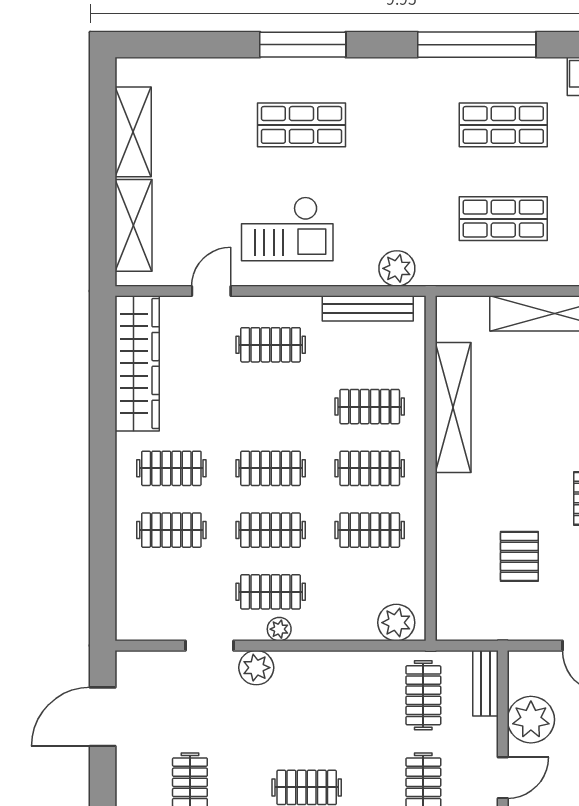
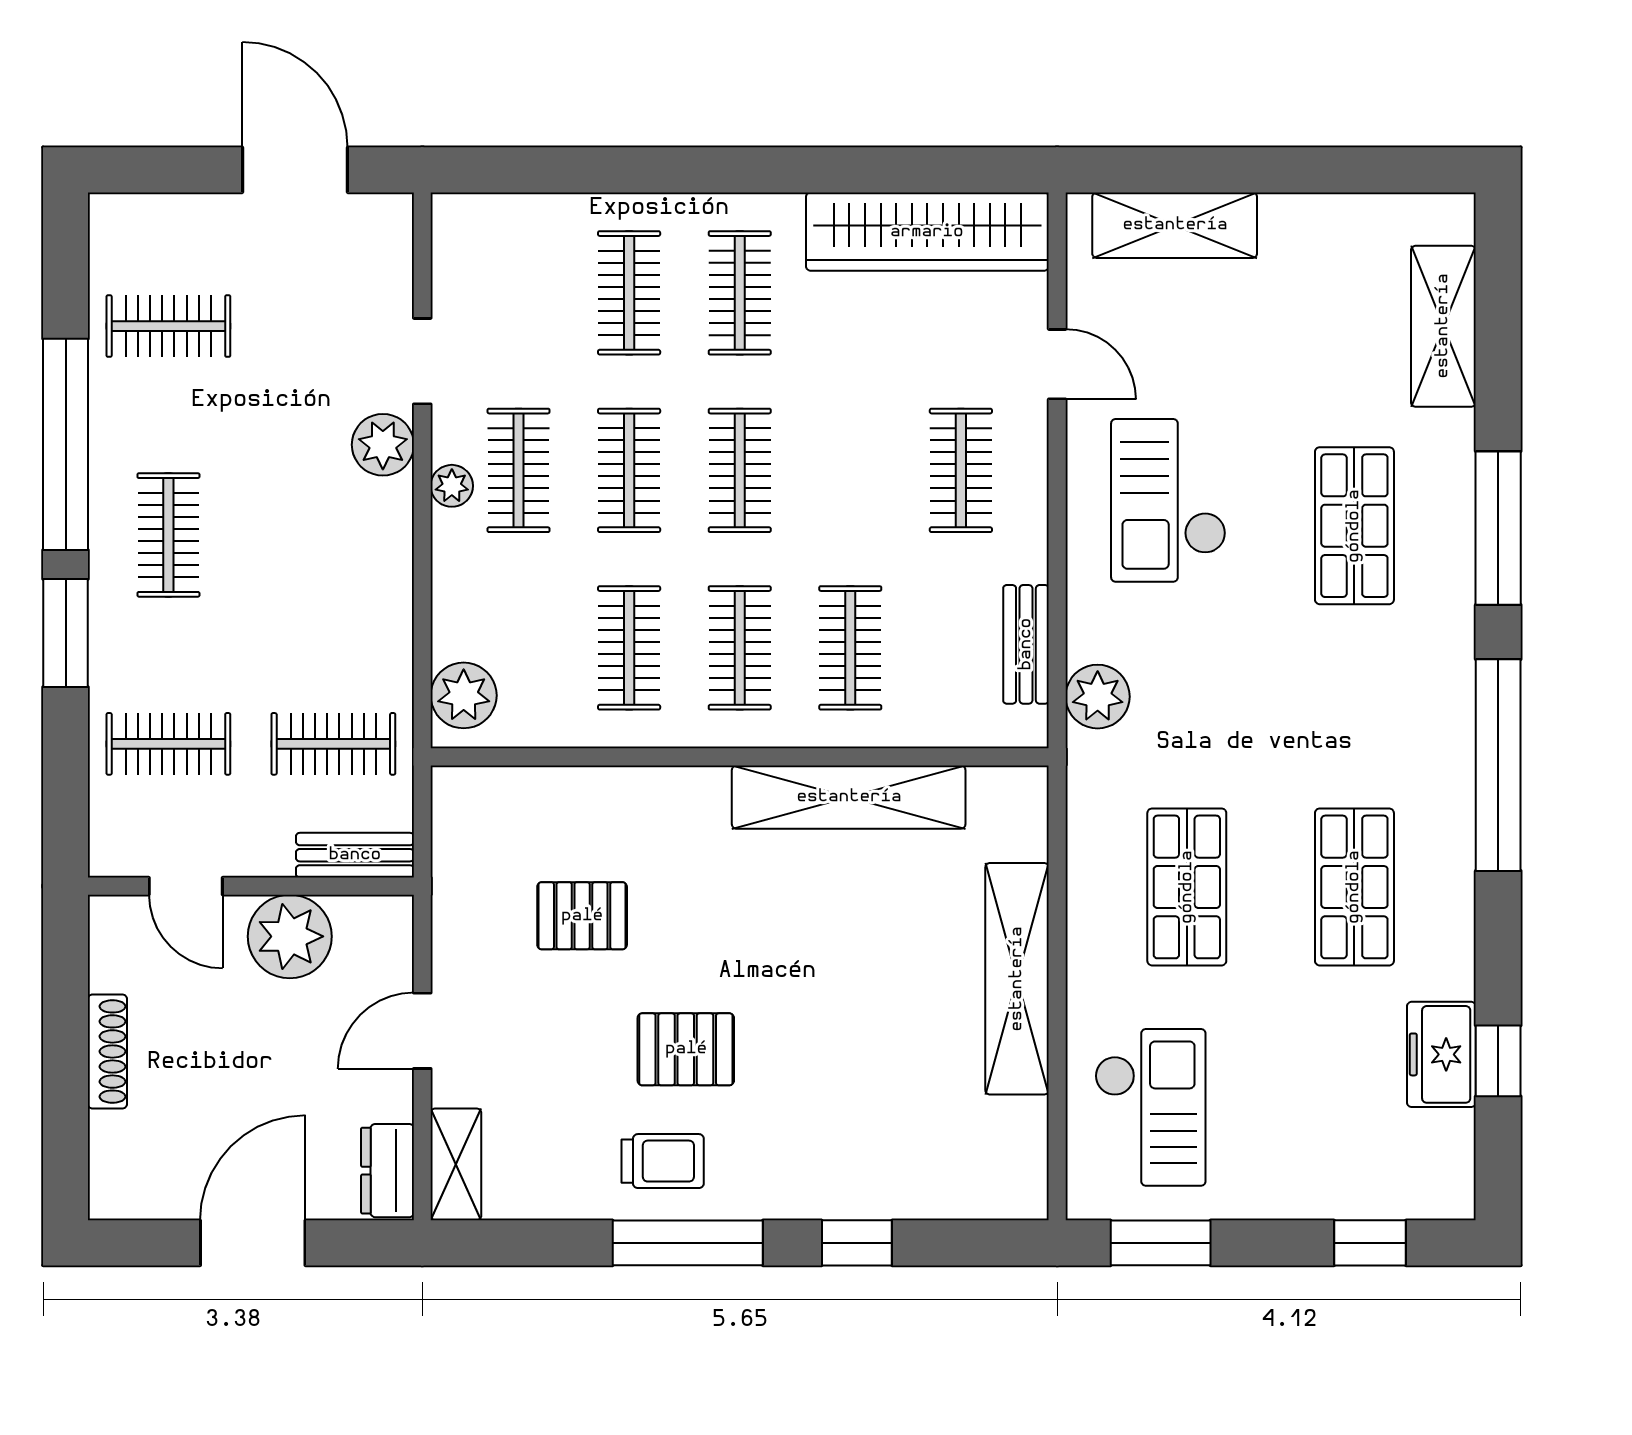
window: (477, 45) -> (1498, 765), moved
shelving: (133, 132) -> (1443, 326), moved, turned 90
bench: (368, 308) -> (1026, 644), width x0.73

